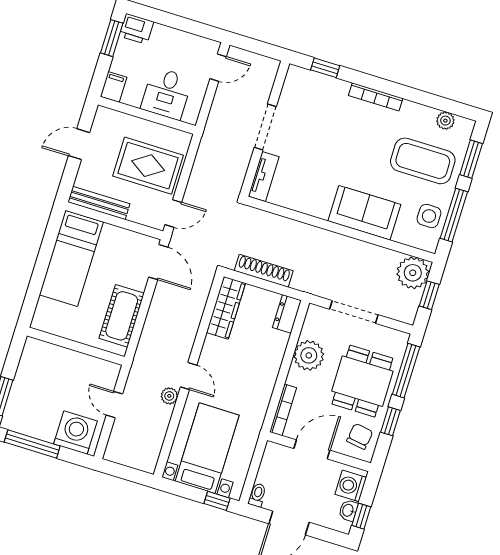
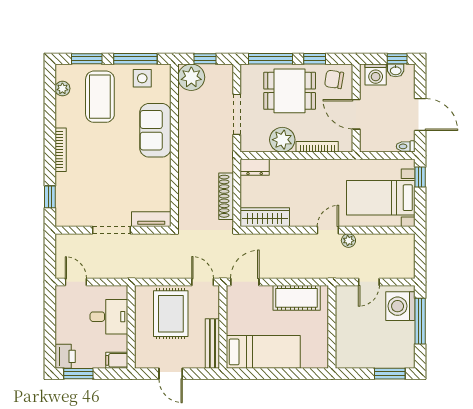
bookcase: (283, 410) -> (317, 147), moved
window: (32, 444) -> (420, 321), moved

